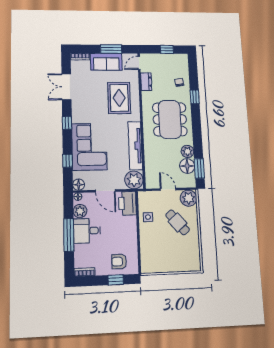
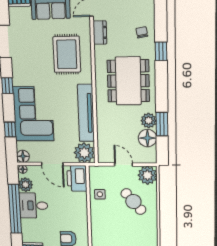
window: (199, 168) -> (162, 124), moved
window: (69, 235) -> (15, 209), width x1.46

